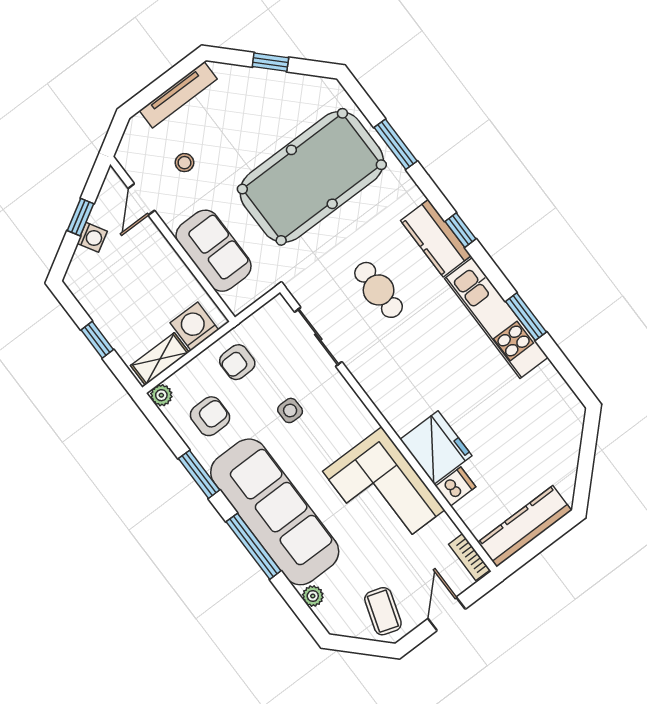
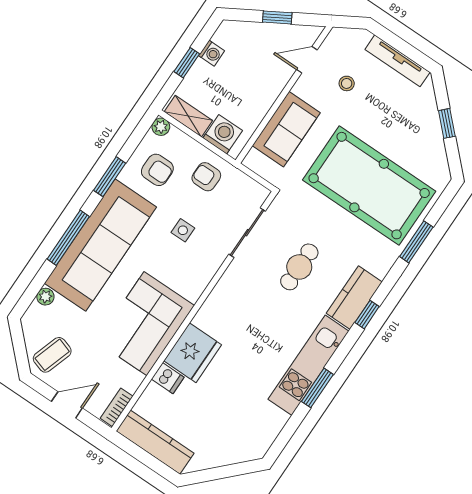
washing machine: (92, 237) -> (211, 53), moved, turned -60

